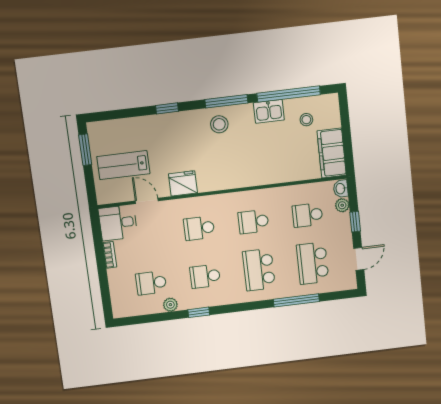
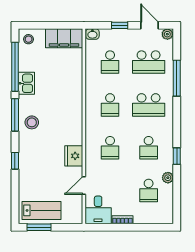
stool: (306, 120) -> (29, 39), moved
lab bench: (123, 165) -> (41, 210), moved, turned -90
plant: (342, 205) -> (167, 34), moved

